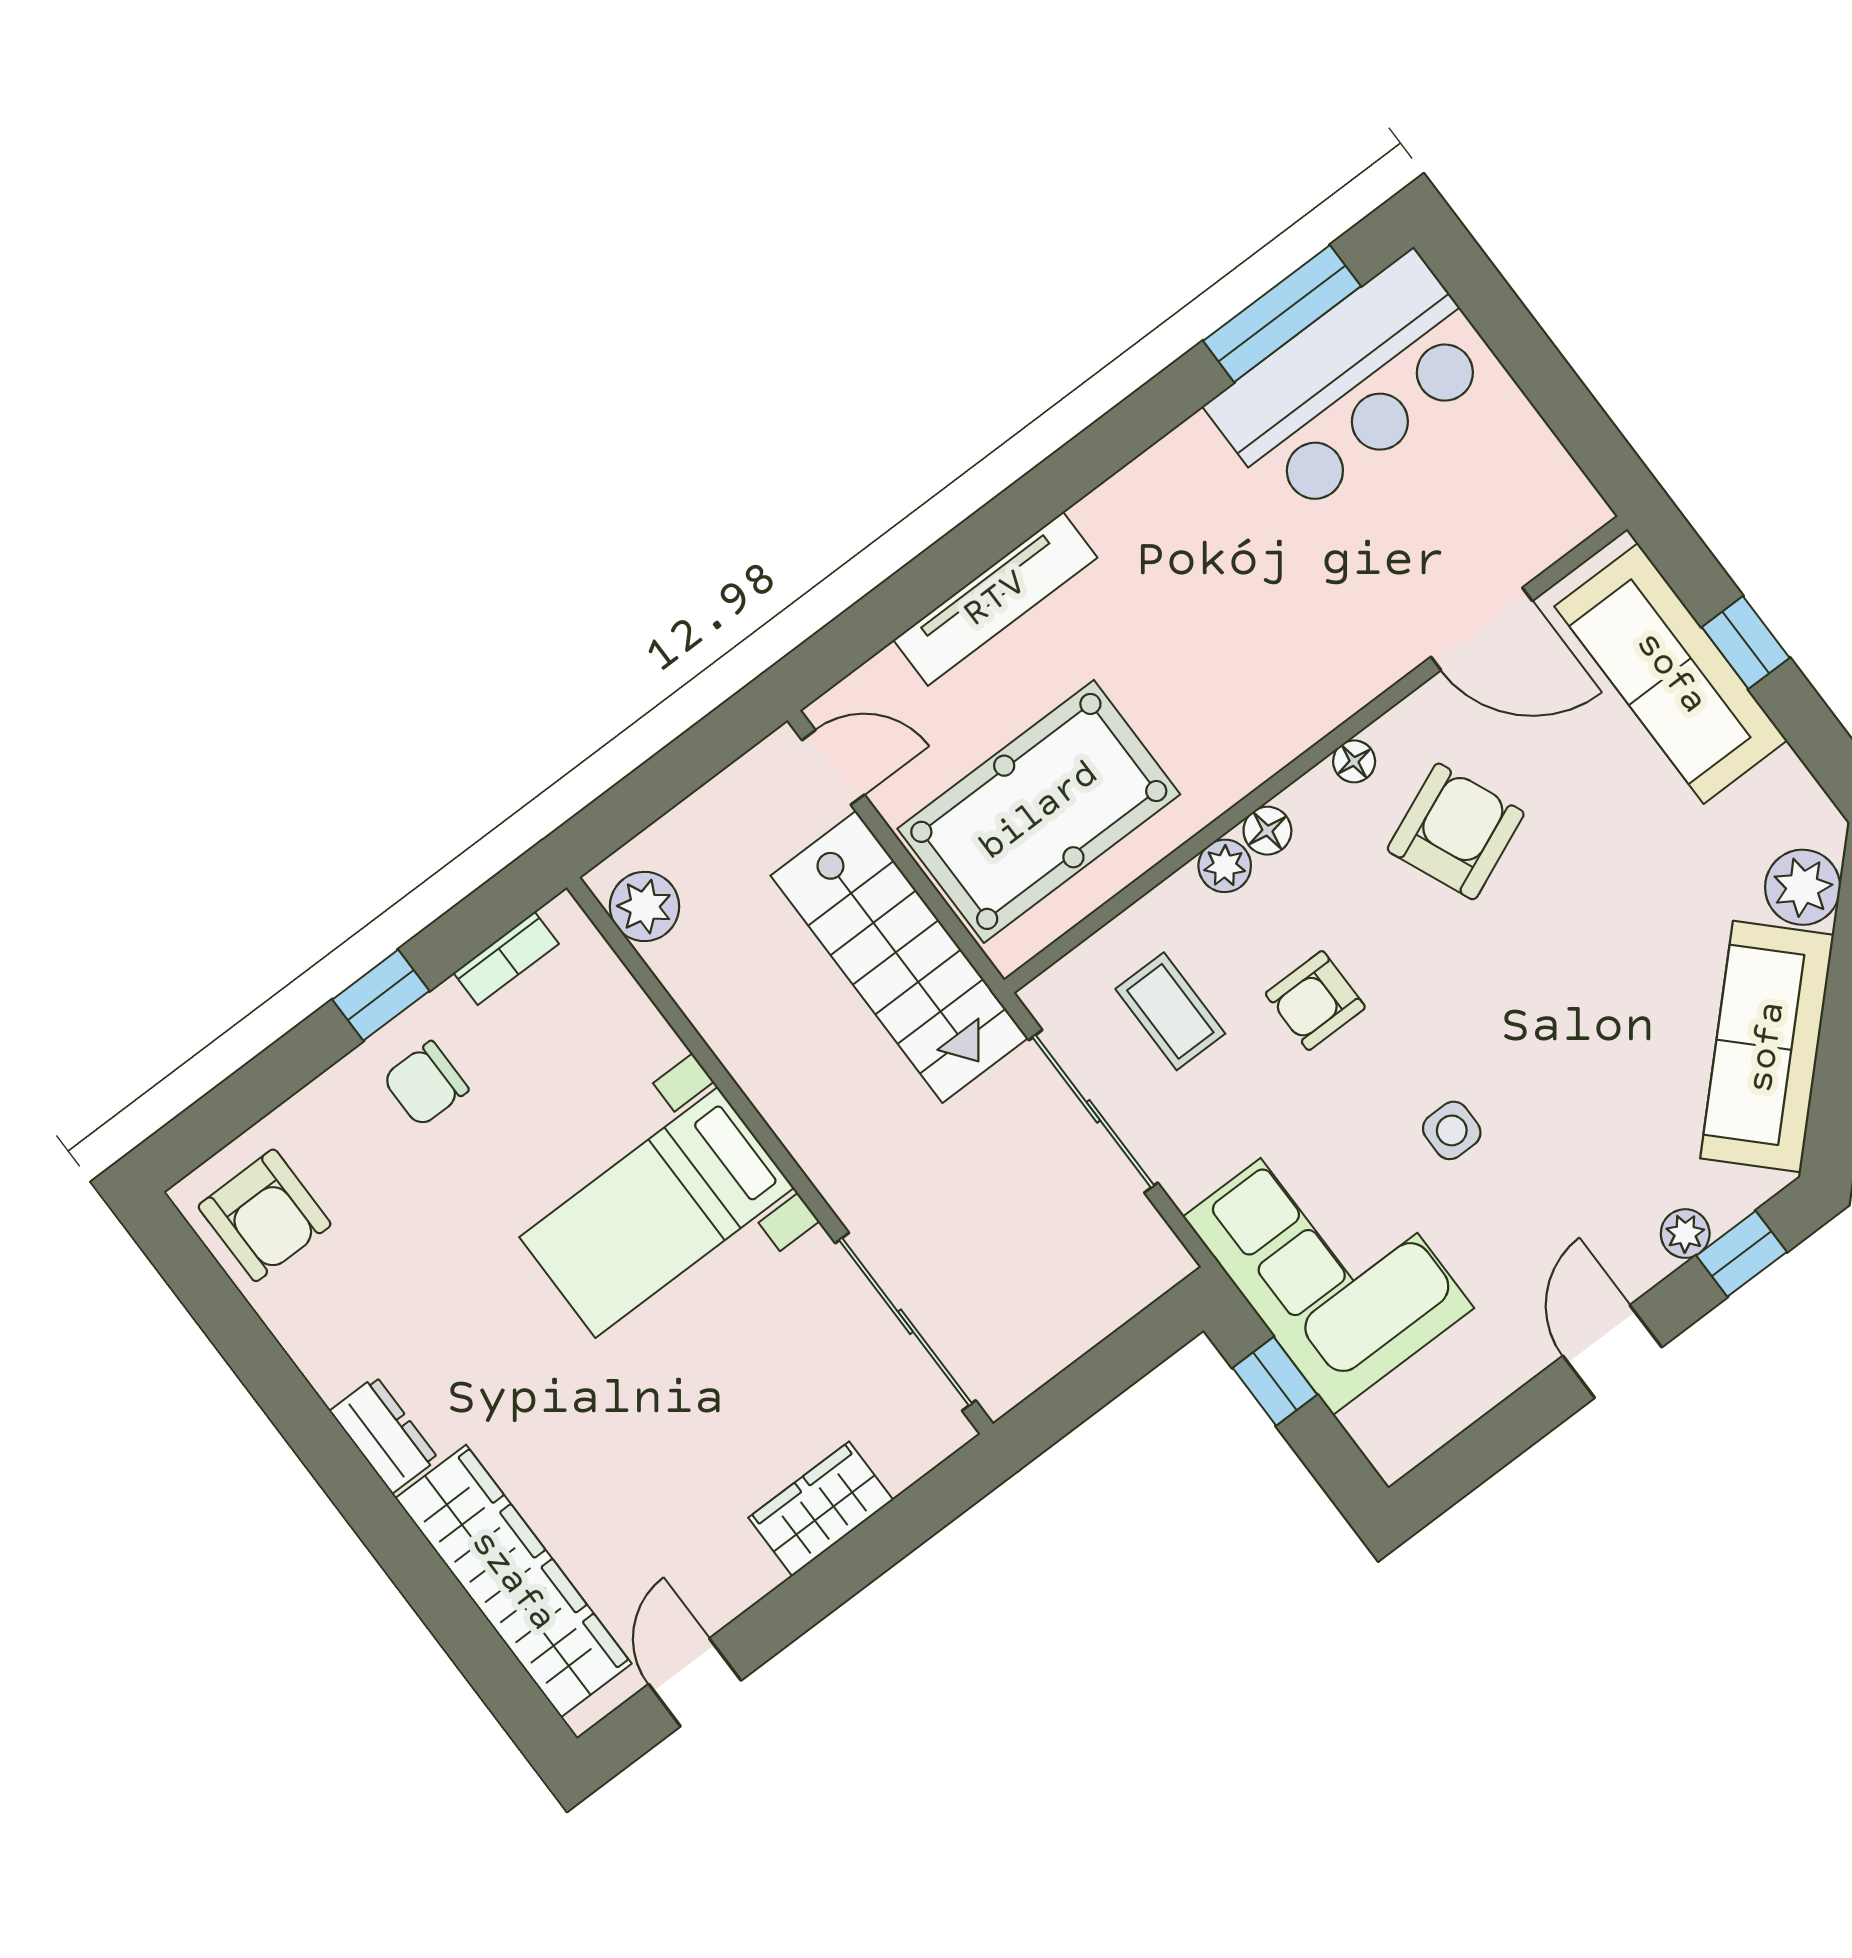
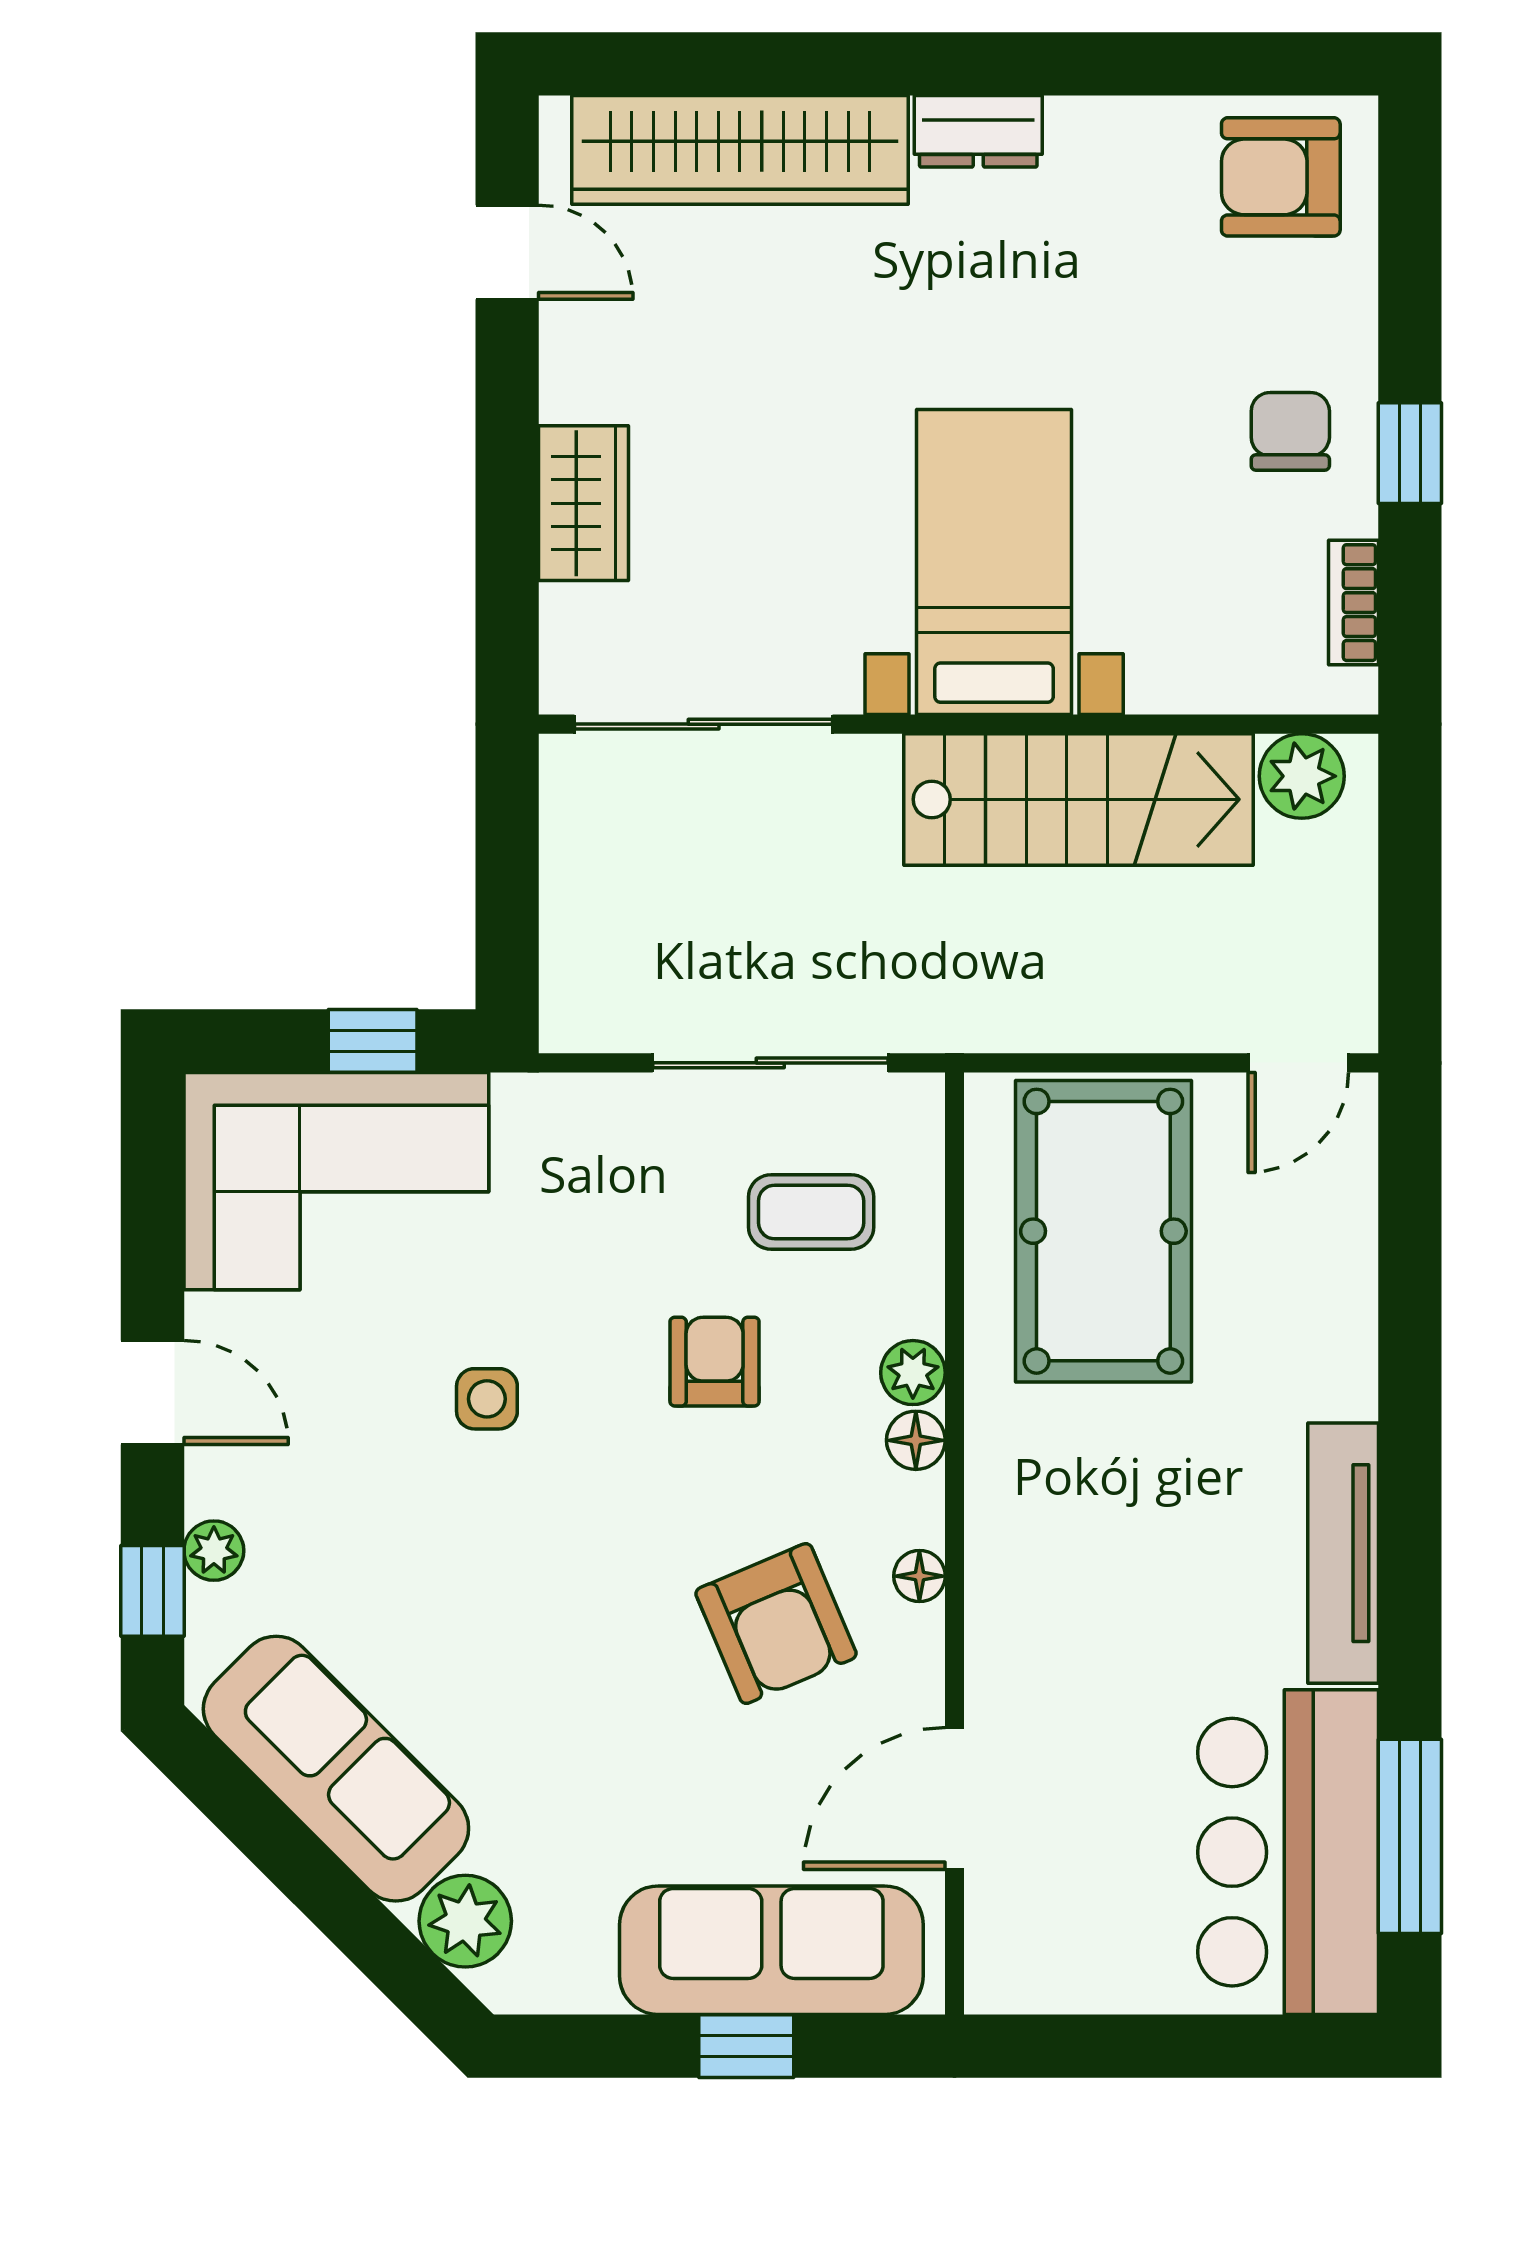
tv unit: (995, 599) -> (1343, 1553), moved
stairs: (899, 957) -> (1078, 799), moved, turned 180
corner sofa: (1329, 1262) -> (336, 1181), moved

